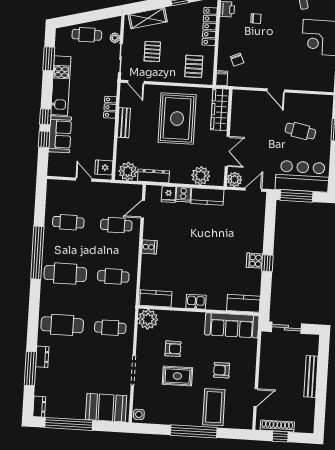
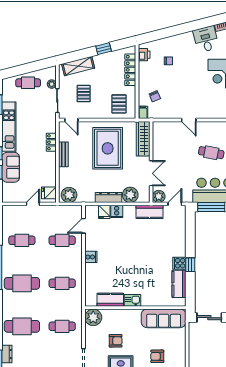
dresser: (153, 176) -> (108, 198), moved
door: (84, 180) -> (33, 204), hinge flipped
kitchen counter: (207, 197) -> (150, 212), moved
kitchen counter: (156, 298) -> (110, 300), moved
kitchen counter: (243, 303) -> (179, 284), moved, turned -90

